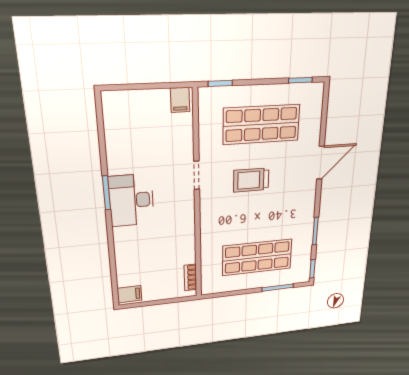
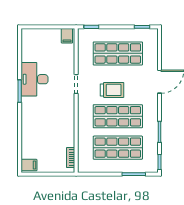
trolley: (251, 180) -> (112, 90), turned 180
desk: (131, 200) -> (34, 79), moved
shop shelf: (259, 216) -> (118, 116), added

